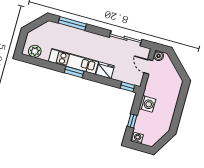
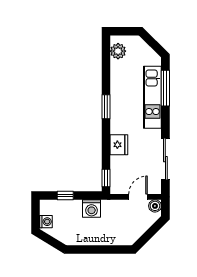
kitchen unit: (73, 61) -> (152, 97), moved, turned 180
washing machine: (137, 138) -> (46, 222), moved

